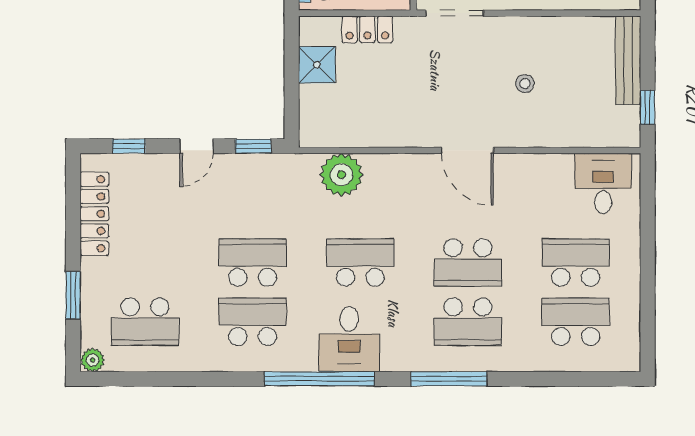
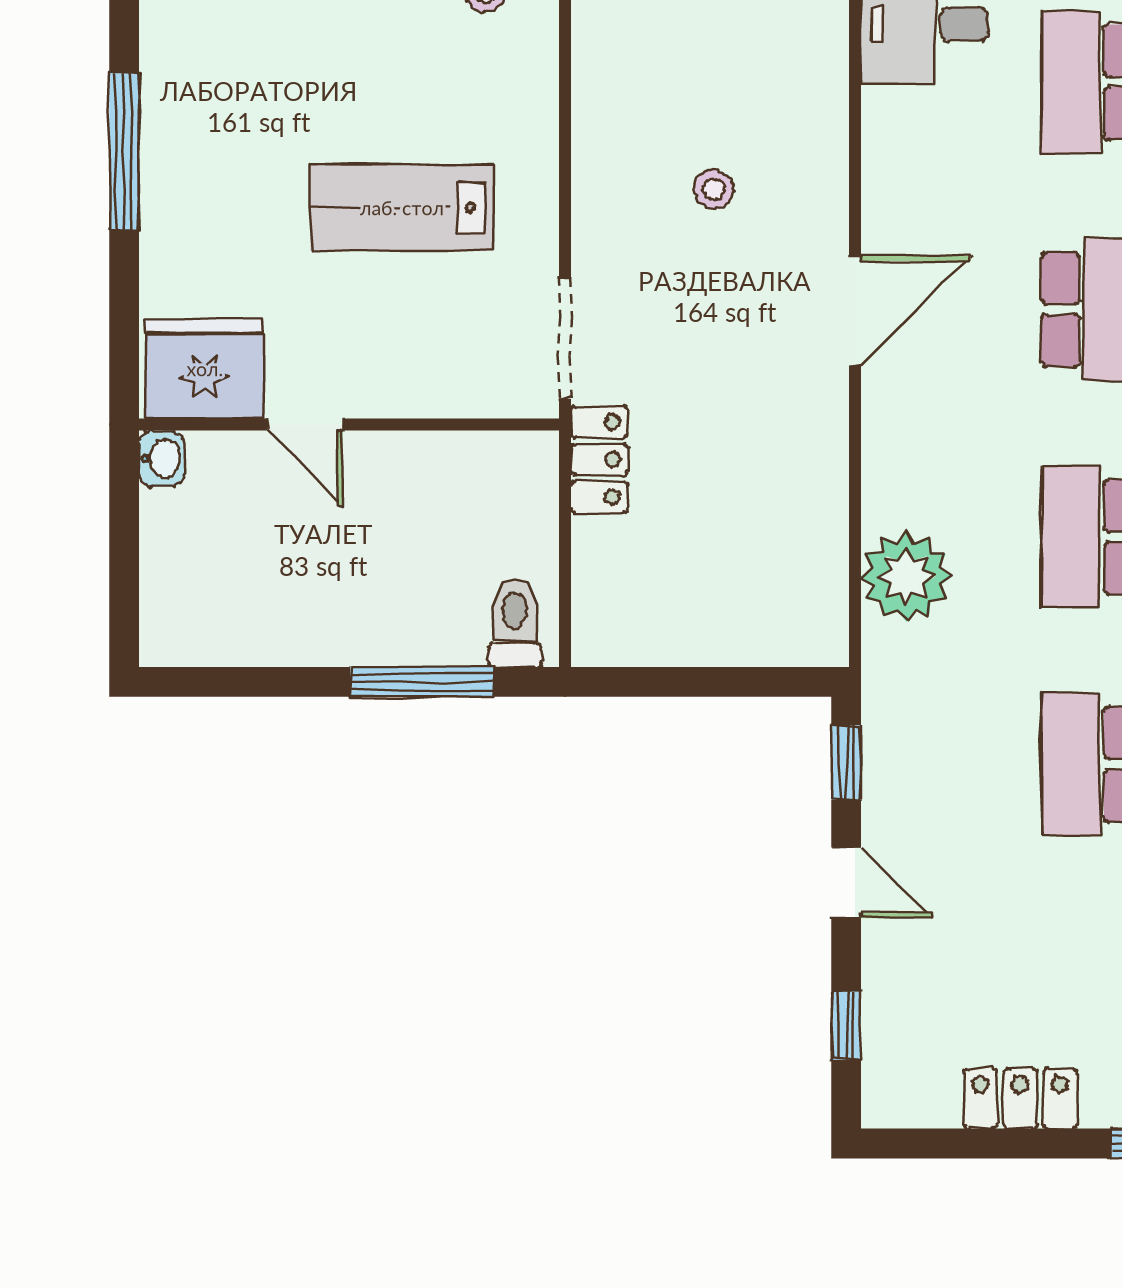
locker: (367, 29) -> (599, 459), moved
shower: (317, 65) -> (674, 628), removed
locker: (94, 214) -> (1020, 1099), width x0.66

